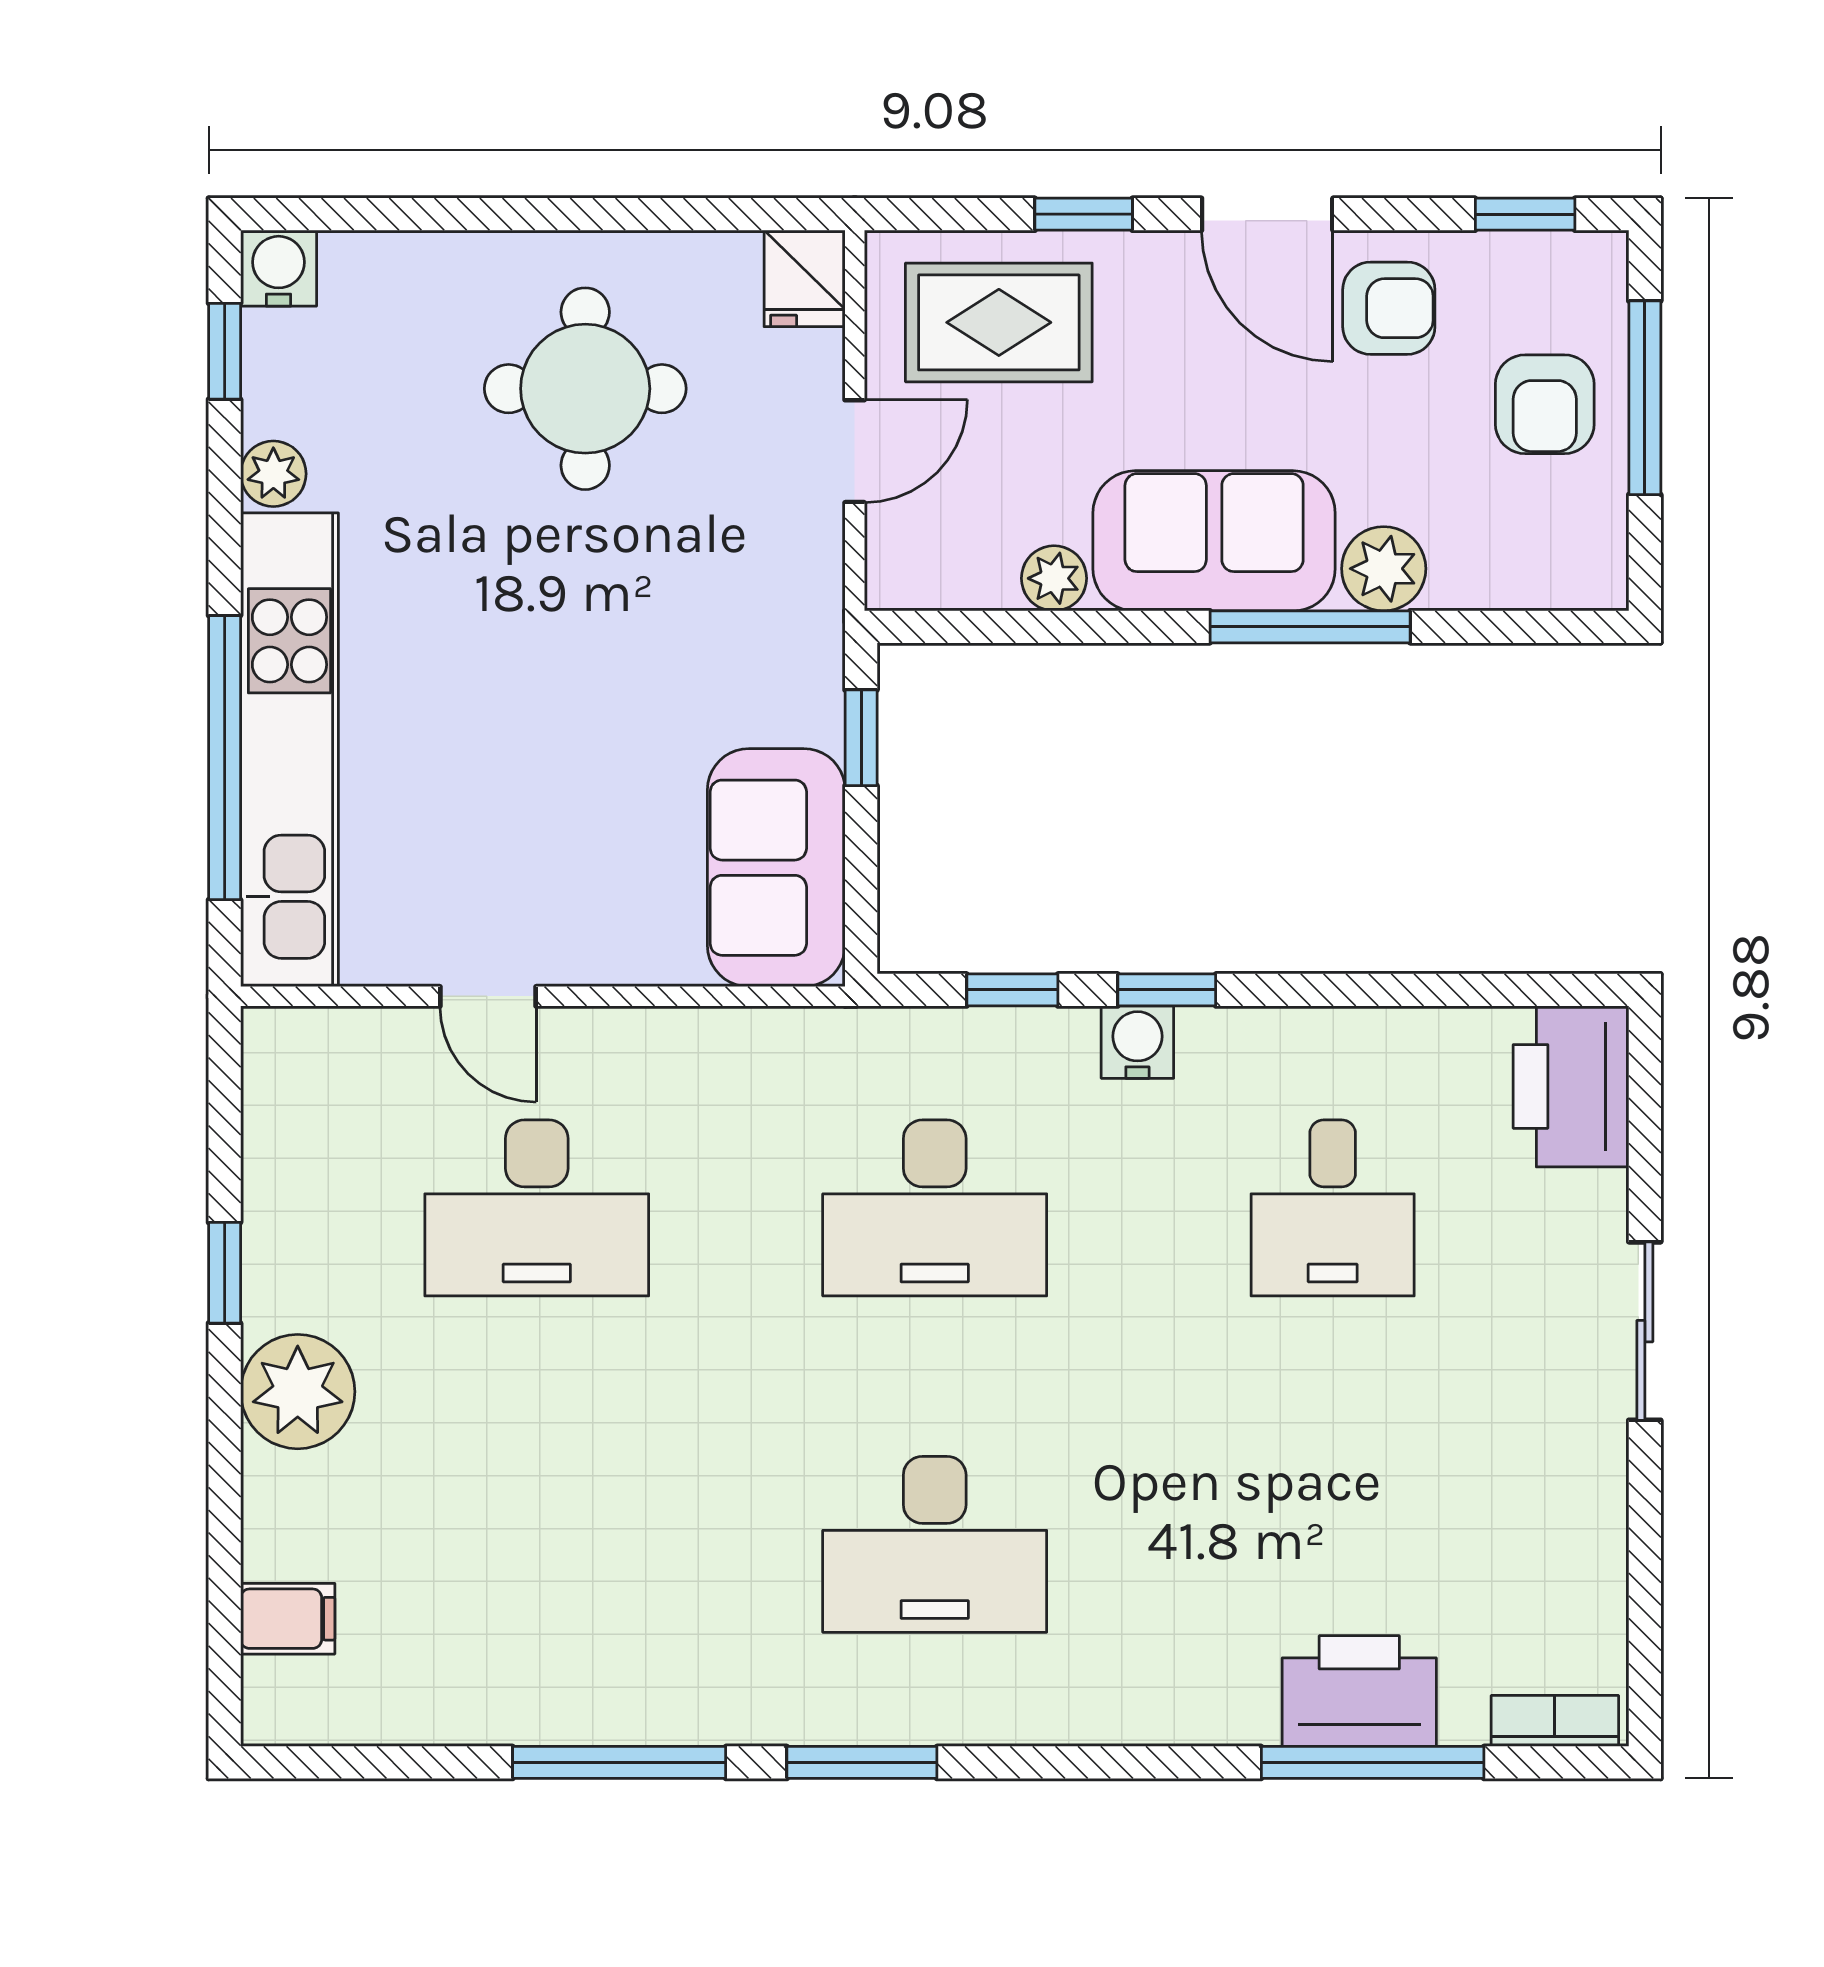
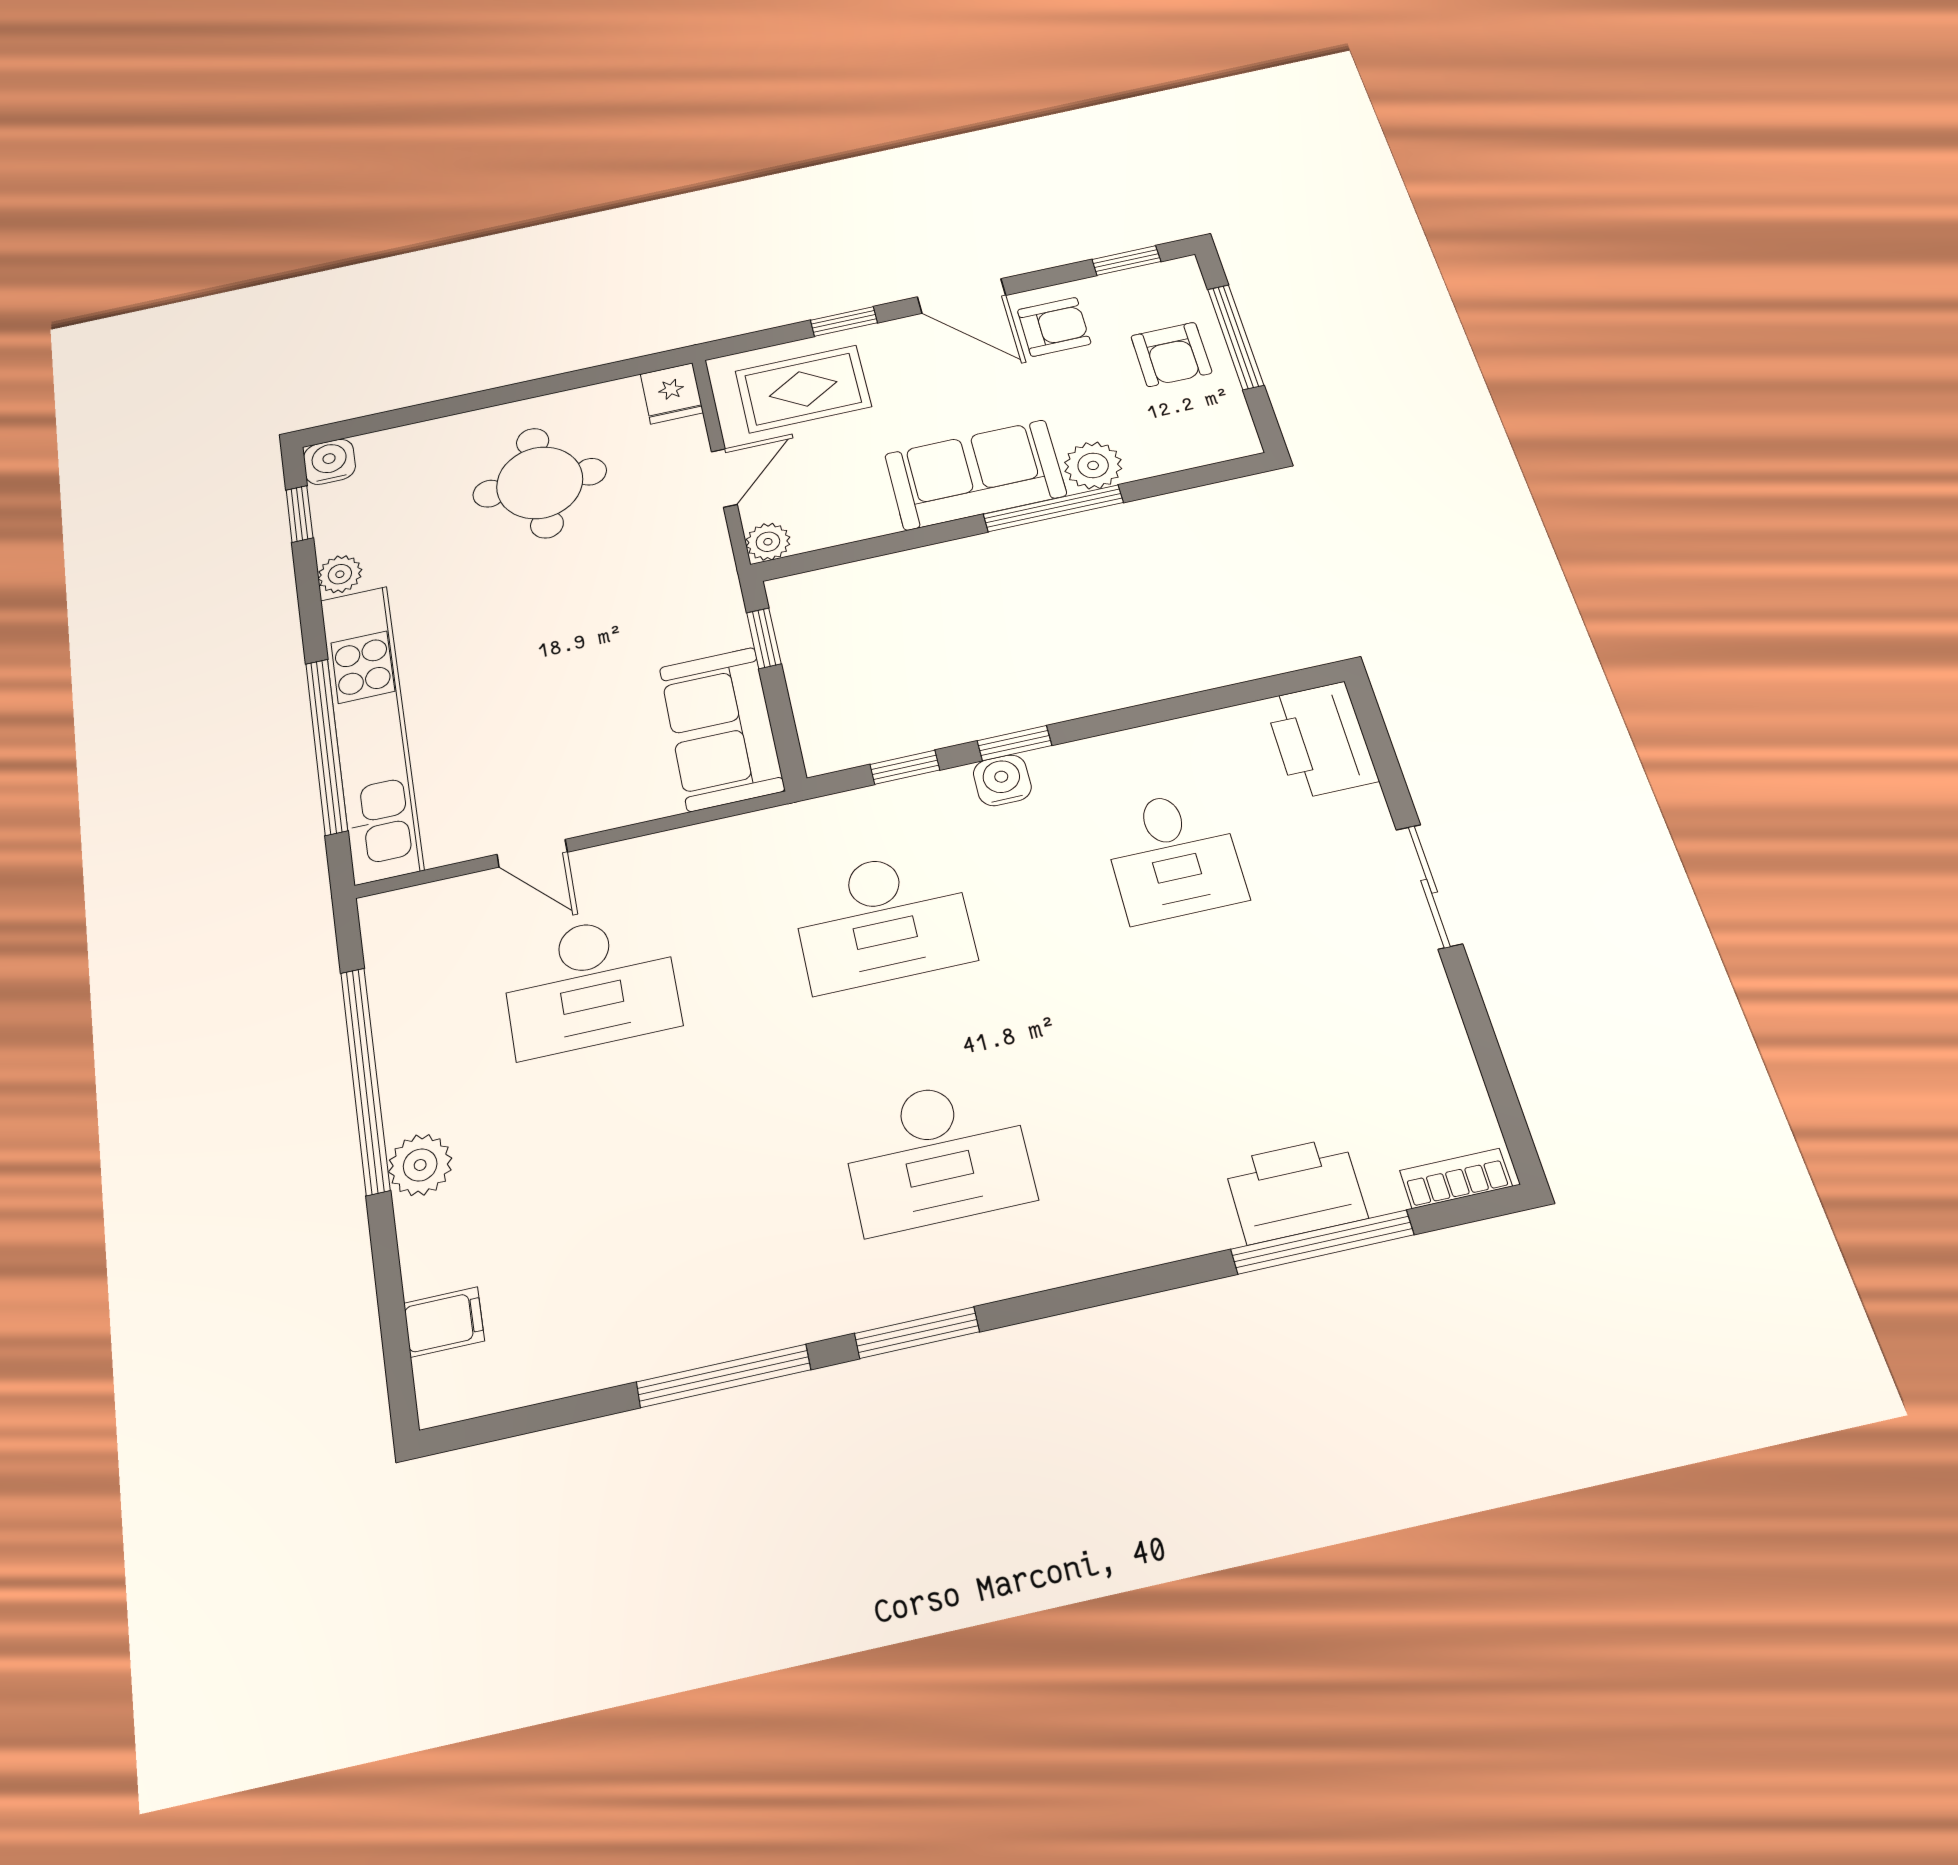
plant: (1054, 578) -> (768, 542), moved
window: (225, 1273) -> (365, 1080), width x3.17
plant: (298, 1392) -> (420, 1165), width x0.73, depth x0.73

